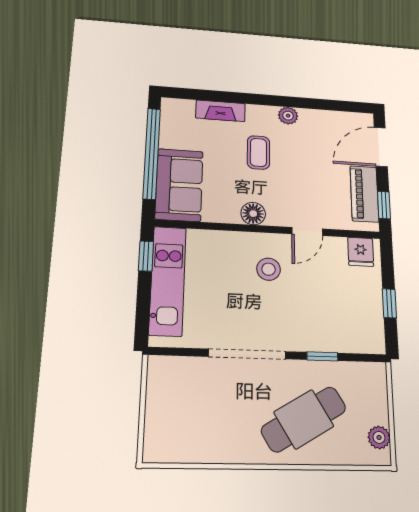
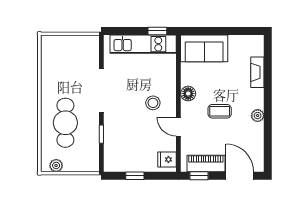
coffee table: (258, 152) -> (220, 111), moved
window: (152, 153) -> (224, 31), removed
cafe table: (304, 419) -> (65, 123), turned 31

